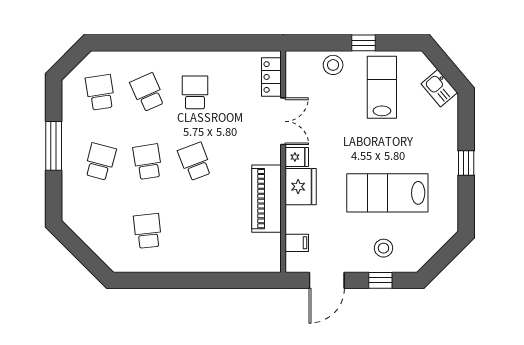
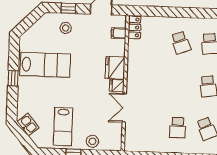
locker: (271, 77) -> (134, 27), moved
school desk: (195, 162) -> (181, 43), moved
lab bench: (387, 193) -> (45, 65), moved
piano: (267, 199) -> (136, 61), removed

